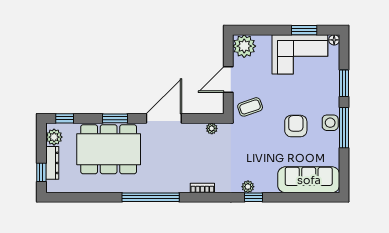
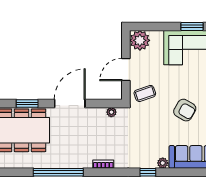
armchair: (296, 126) -> (185, 110), turned 120
plant: (248, 187) -> (163, 163), moved

